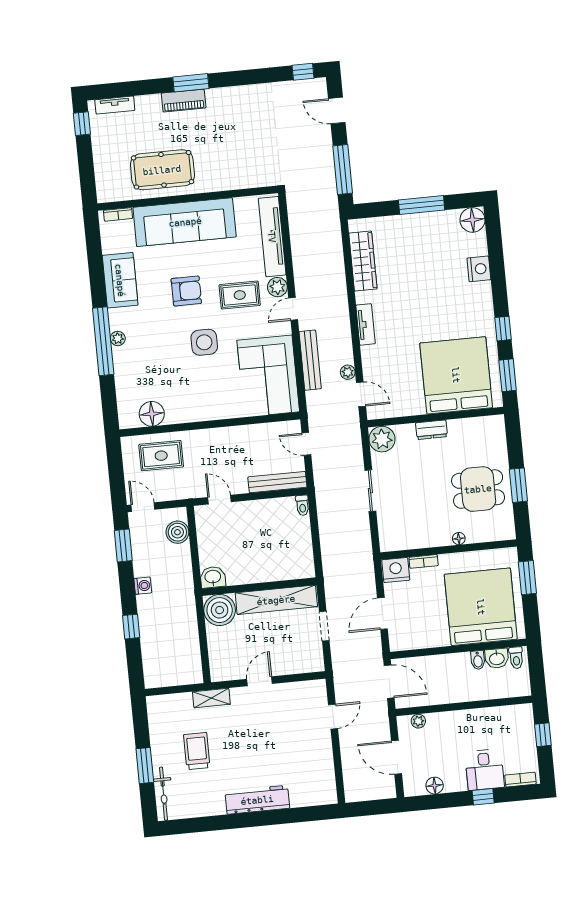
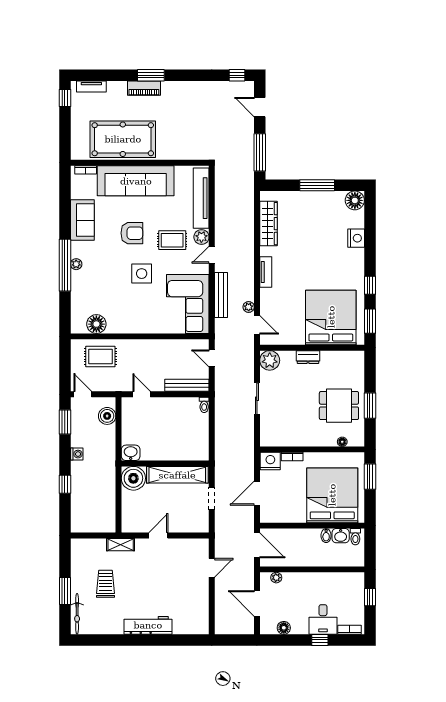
pool table: (162, 170) -> (123, 139), width x1.36, depth x1.32
floor lamp: (459, 539) -> (342, 442), moved

